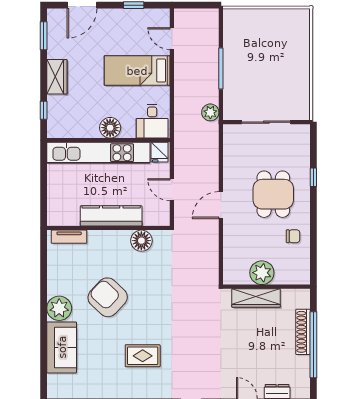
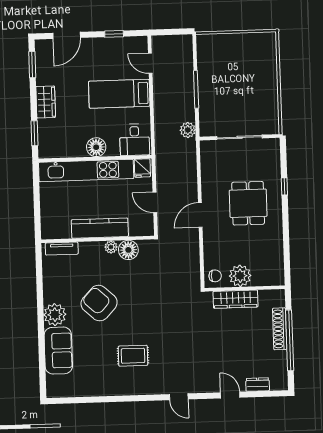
window: (44, 110) -> (35, 133), width x1.50
chair: (293, 236) -> (215, 276), moved
plant: (123, 237) -> (111, 247), added

